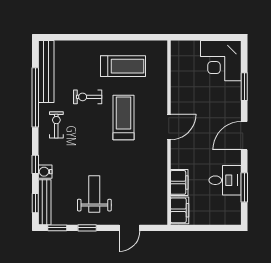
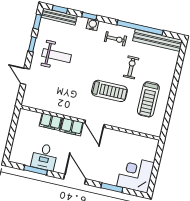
water cooler: (45, 172) -> (93, 25), moved
filing cabinet: (180, 210) -> (72, 127), moved

